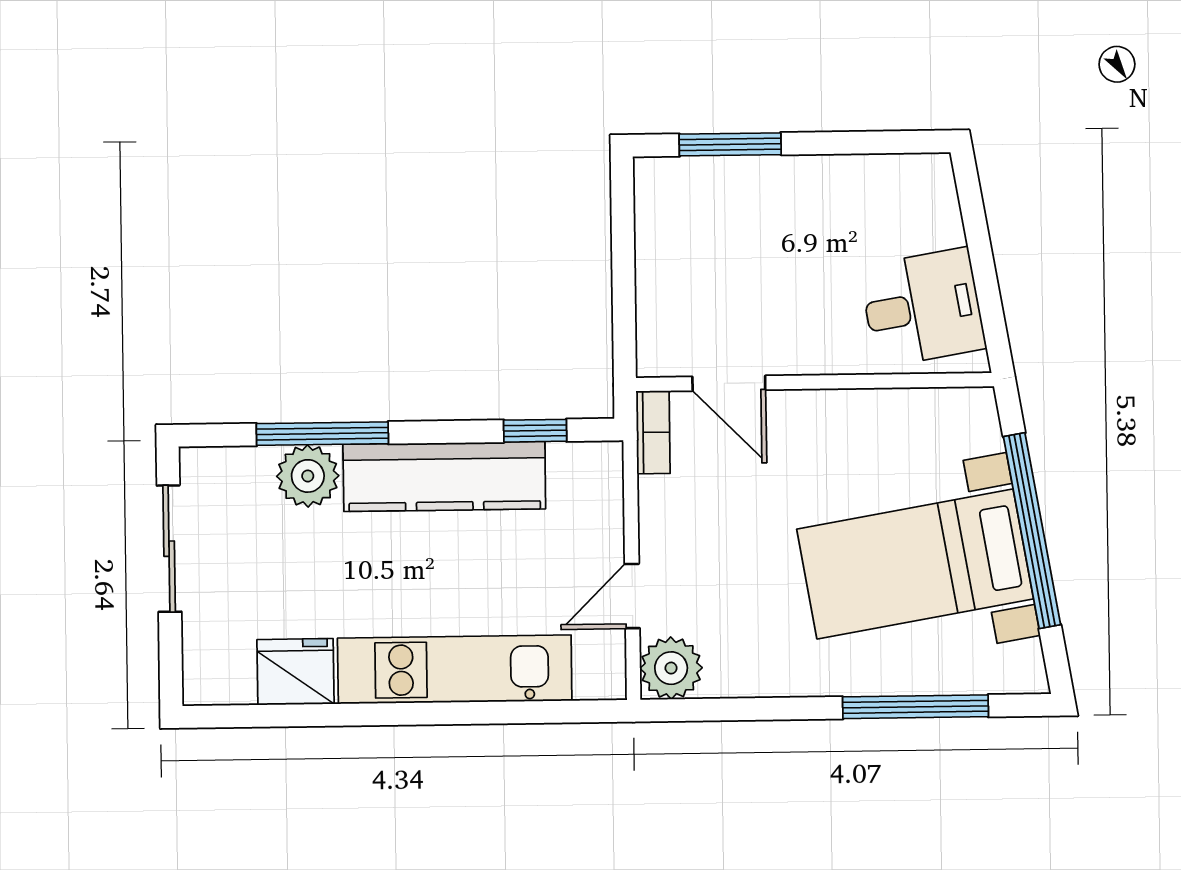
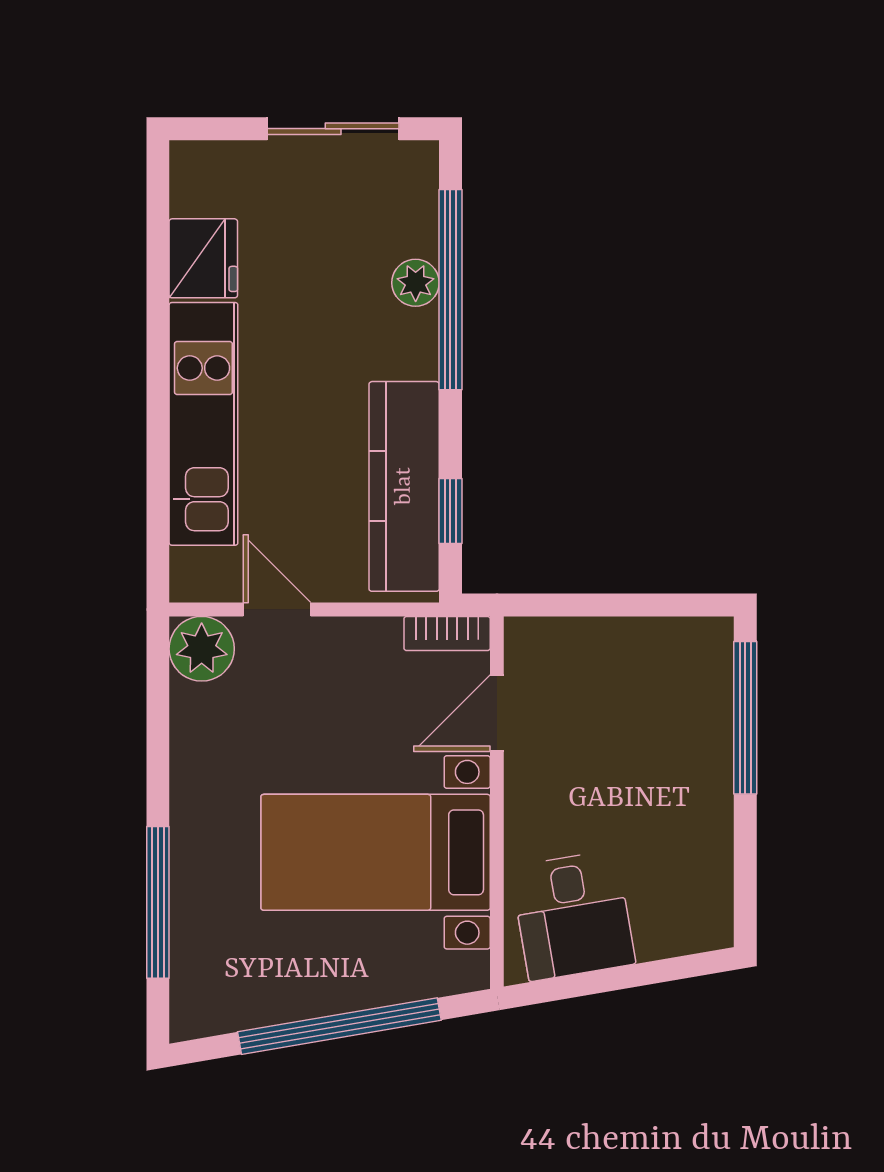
window: (730, 144) -> (745, 718), width x1.44
window: (322, 434) -> (450, 290), width x1.46
plant: (308, 476) -> (416, 283), width x0.73, depth x0.73
kitchen counter: (444, 477) -> (404, 486), moved
bed with nightstands: (915, 564) -> (376, 852), moved, turned -80

